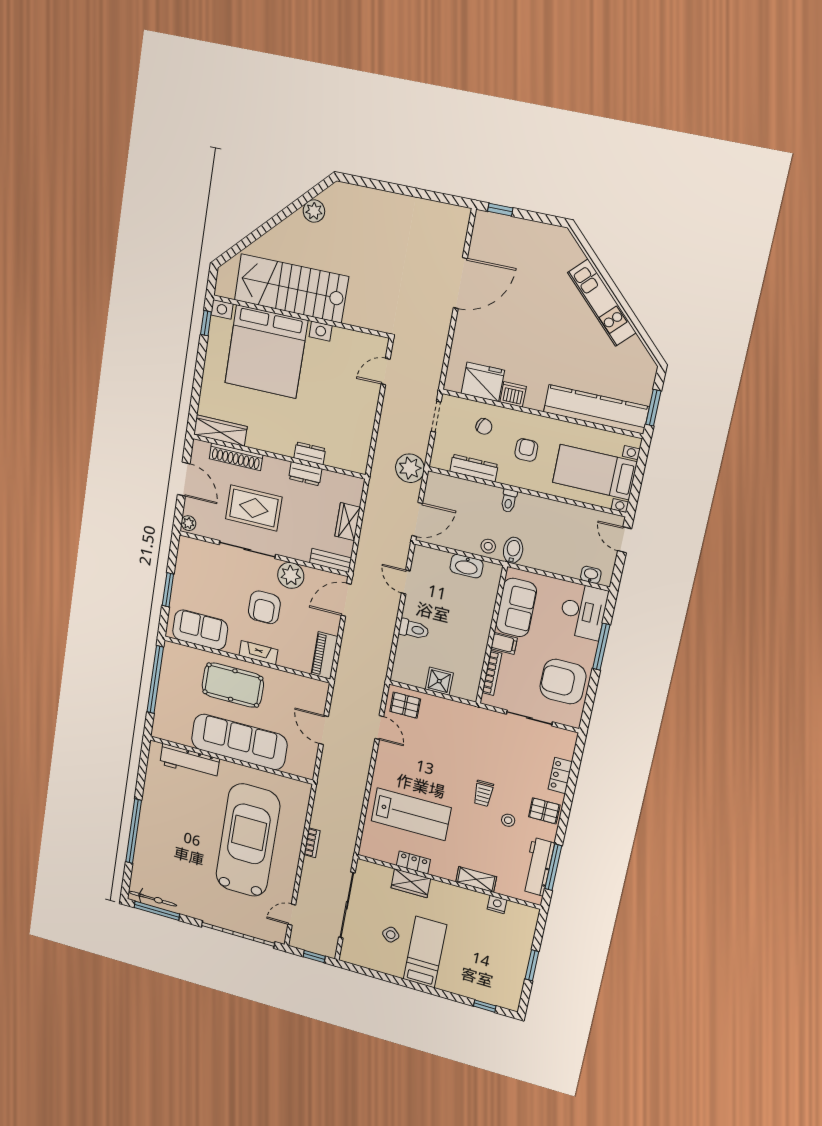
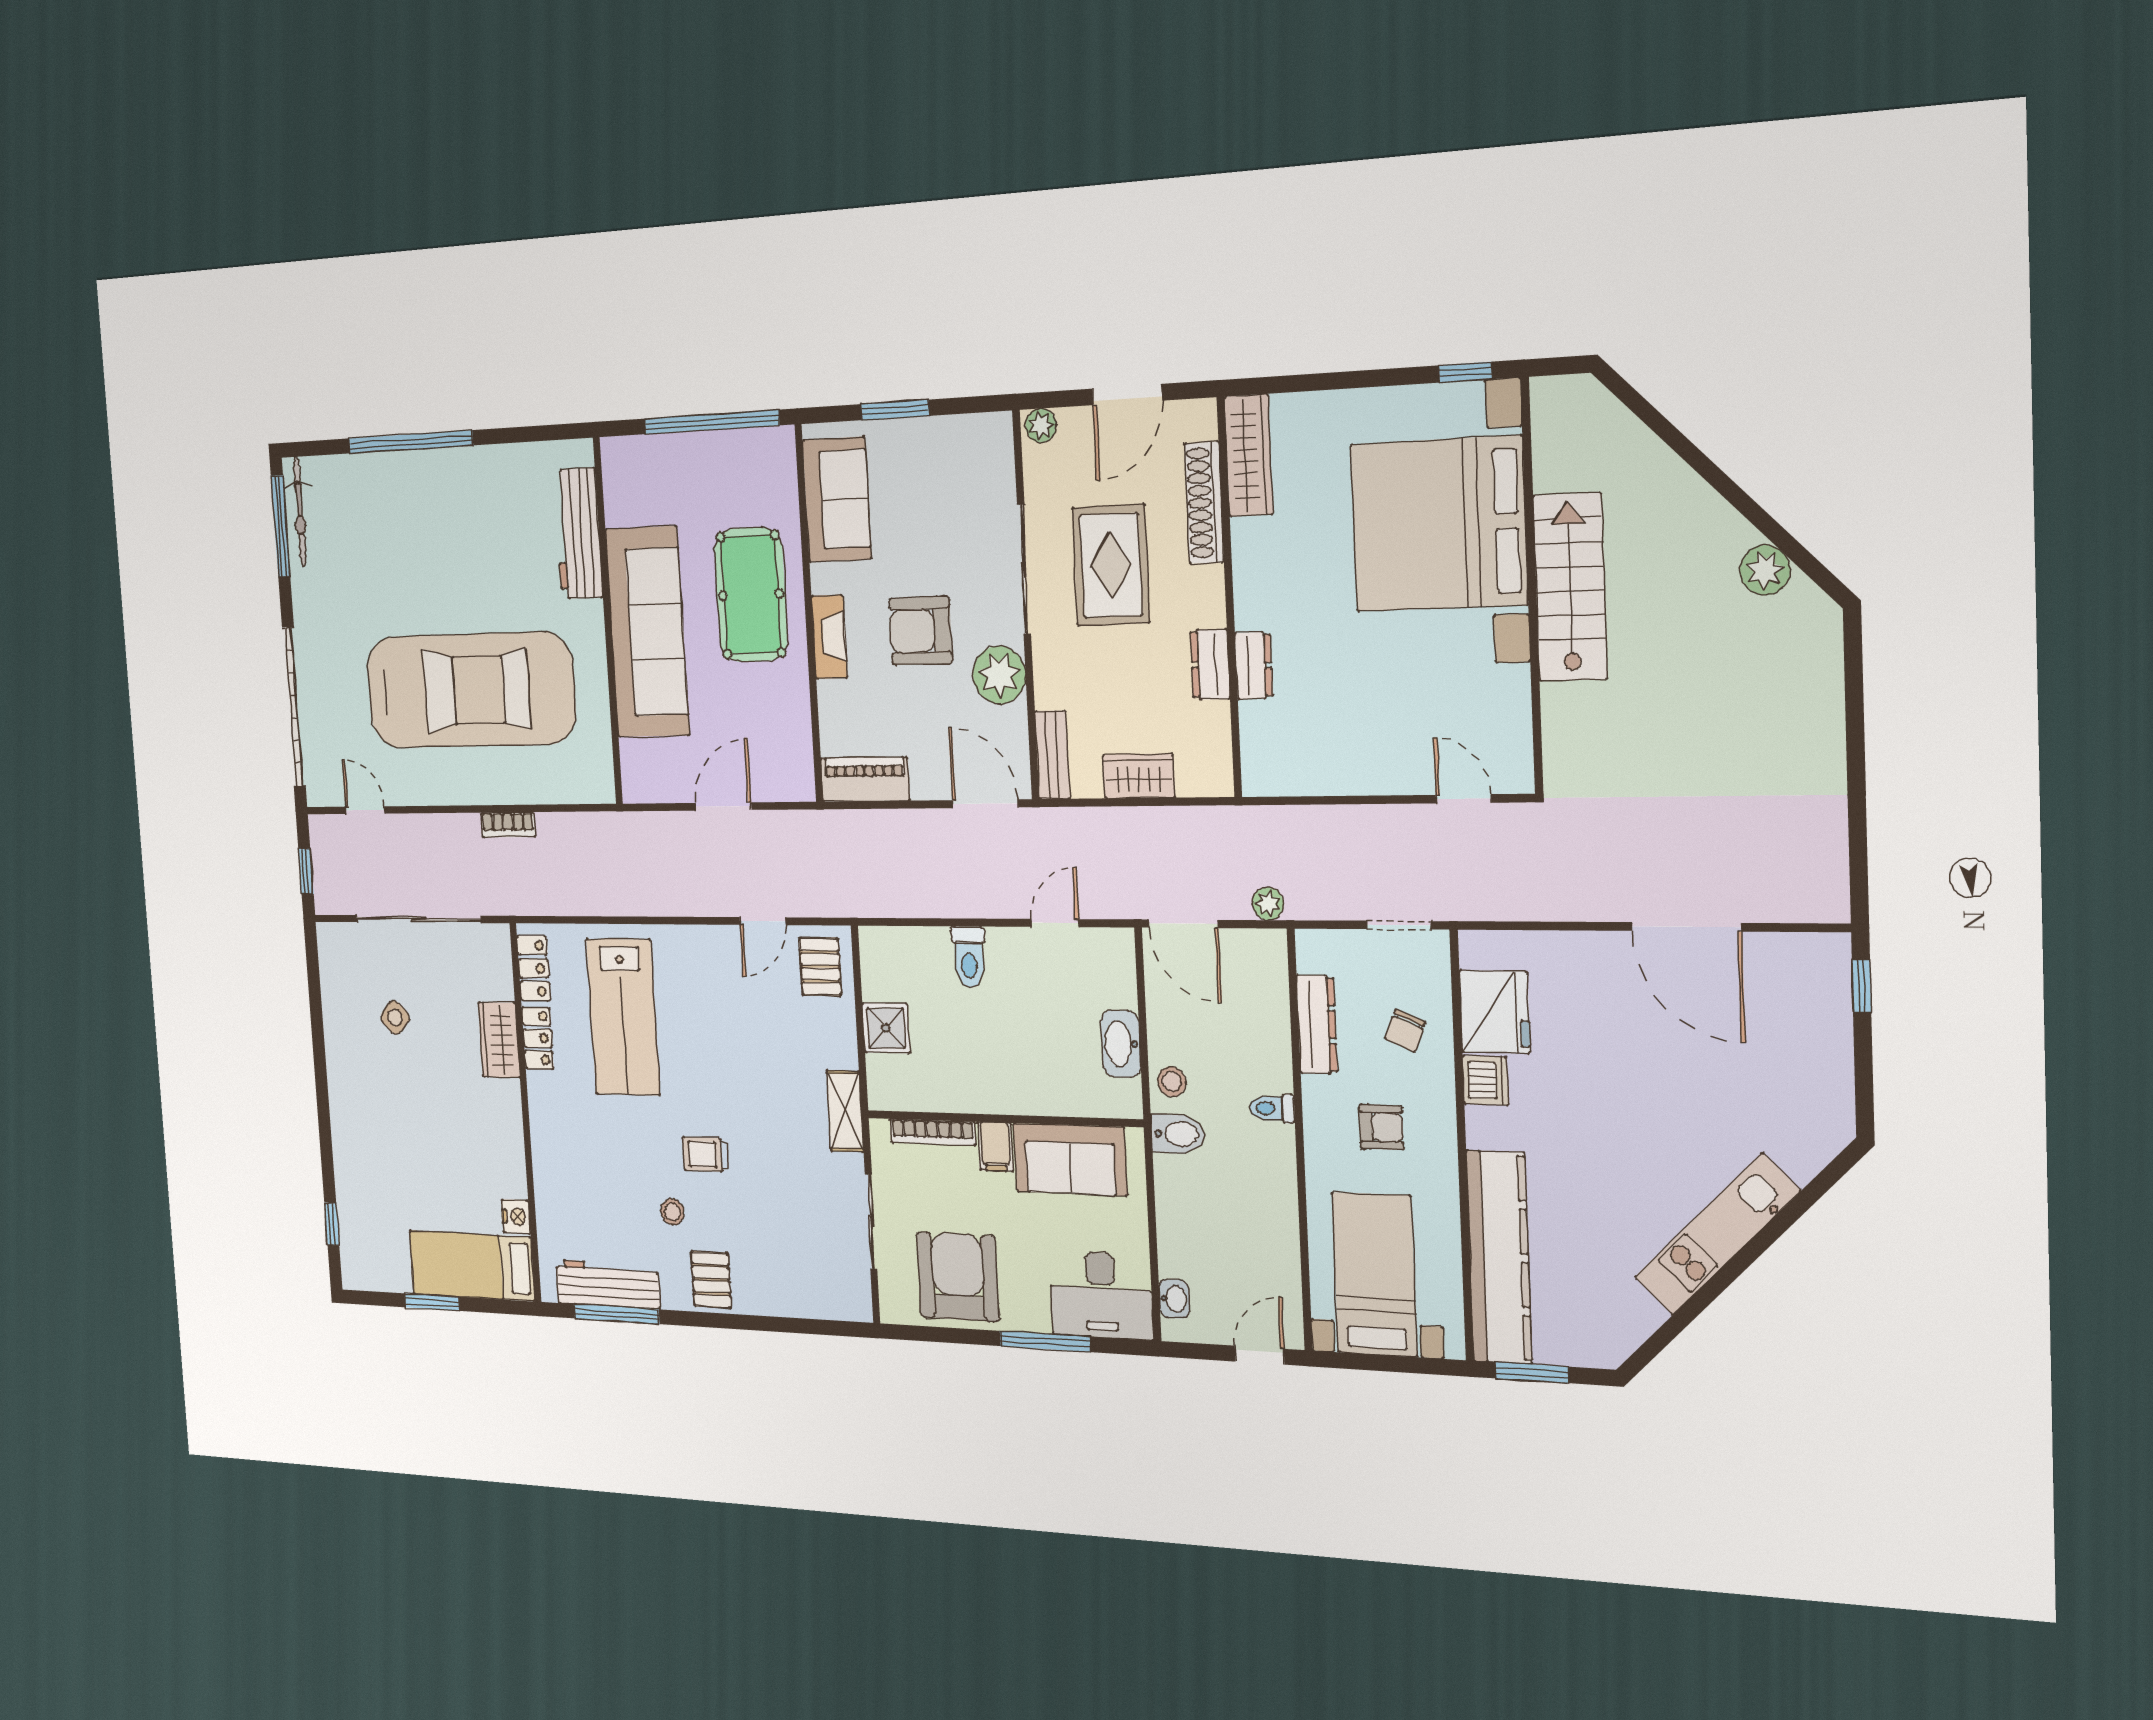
stairs: (291, 288) -> (1570, 587), width x0.73, depth x0.66
plant: (410, 468) -> (1268, 904), width x0.53, depth x0.53
locker: (560, 775) -> (534, 968), moved, turned 90
shelving: (476, 879) -> (845, 1111), moved
bed: (425, 952) -> (472, 1266), moved, turned 180

